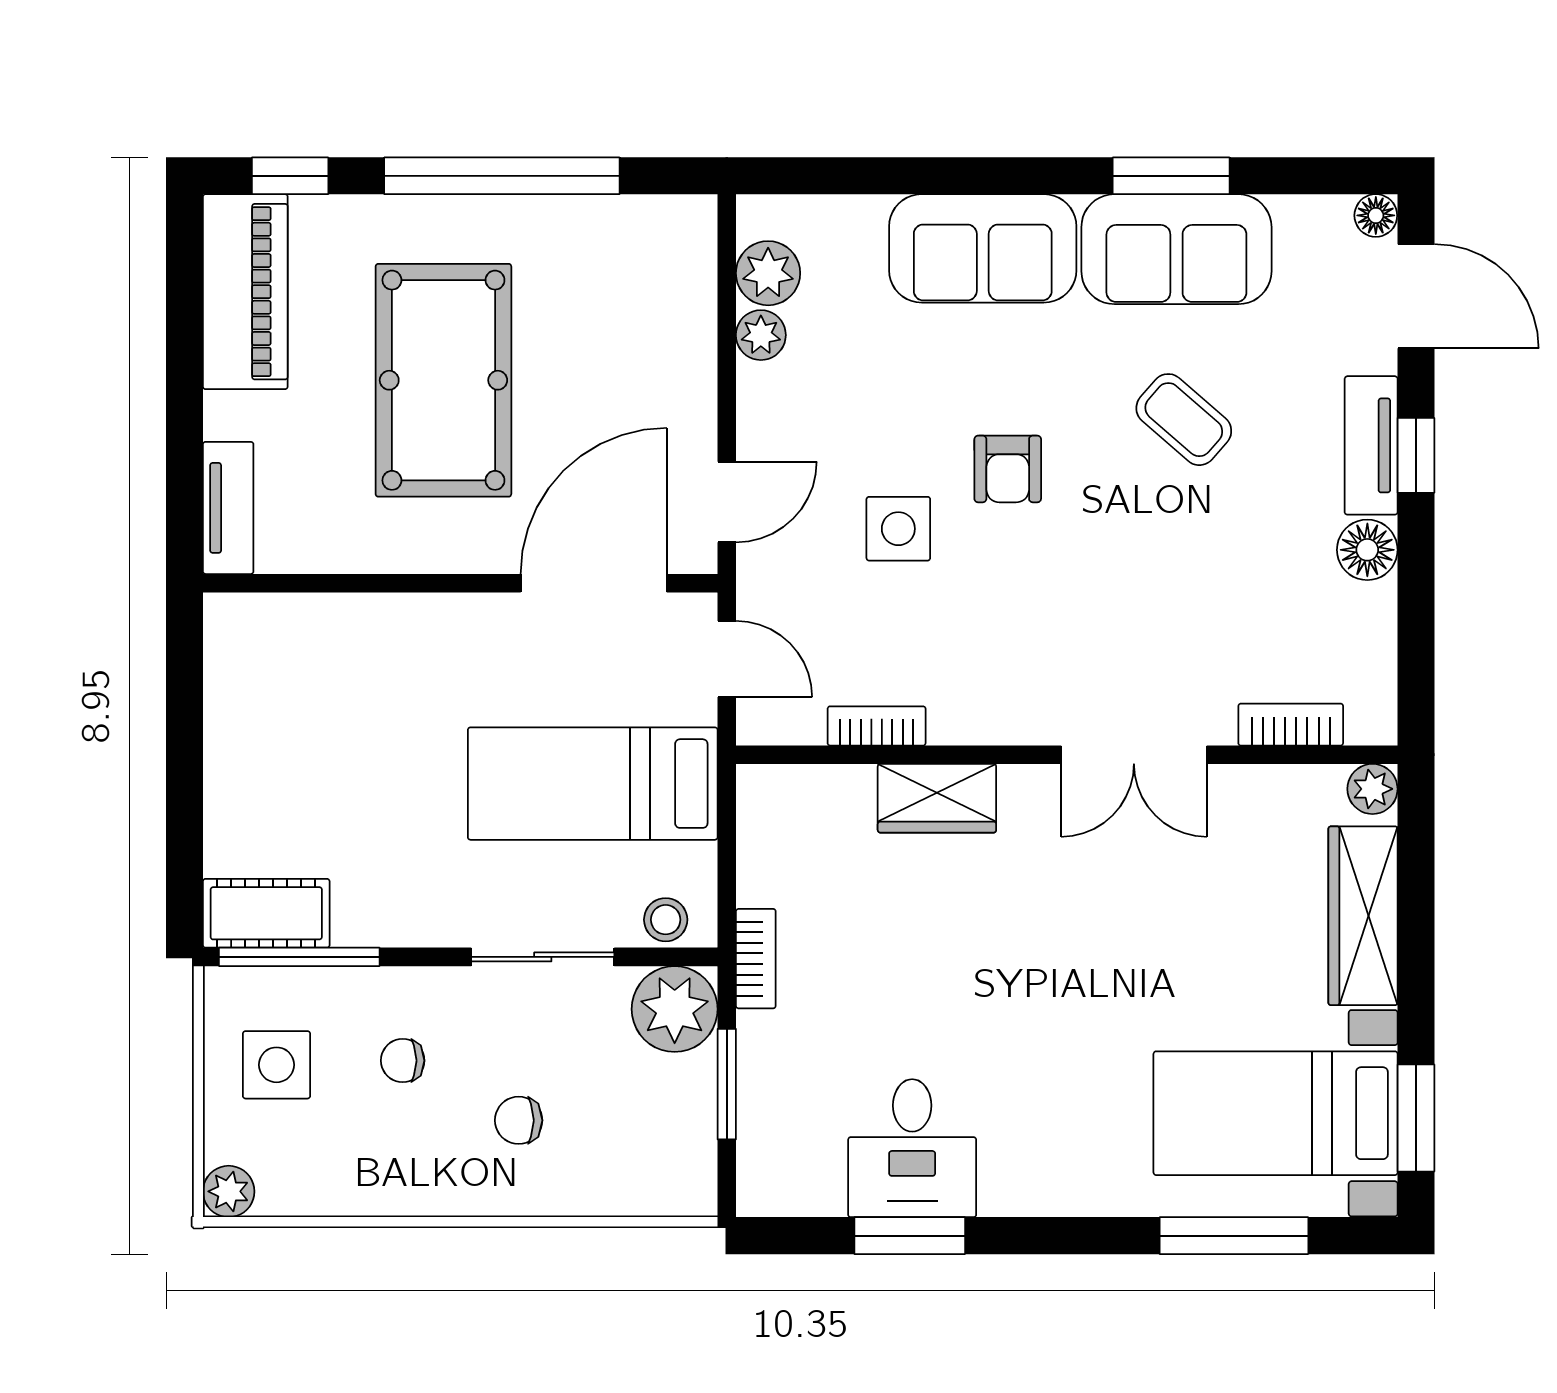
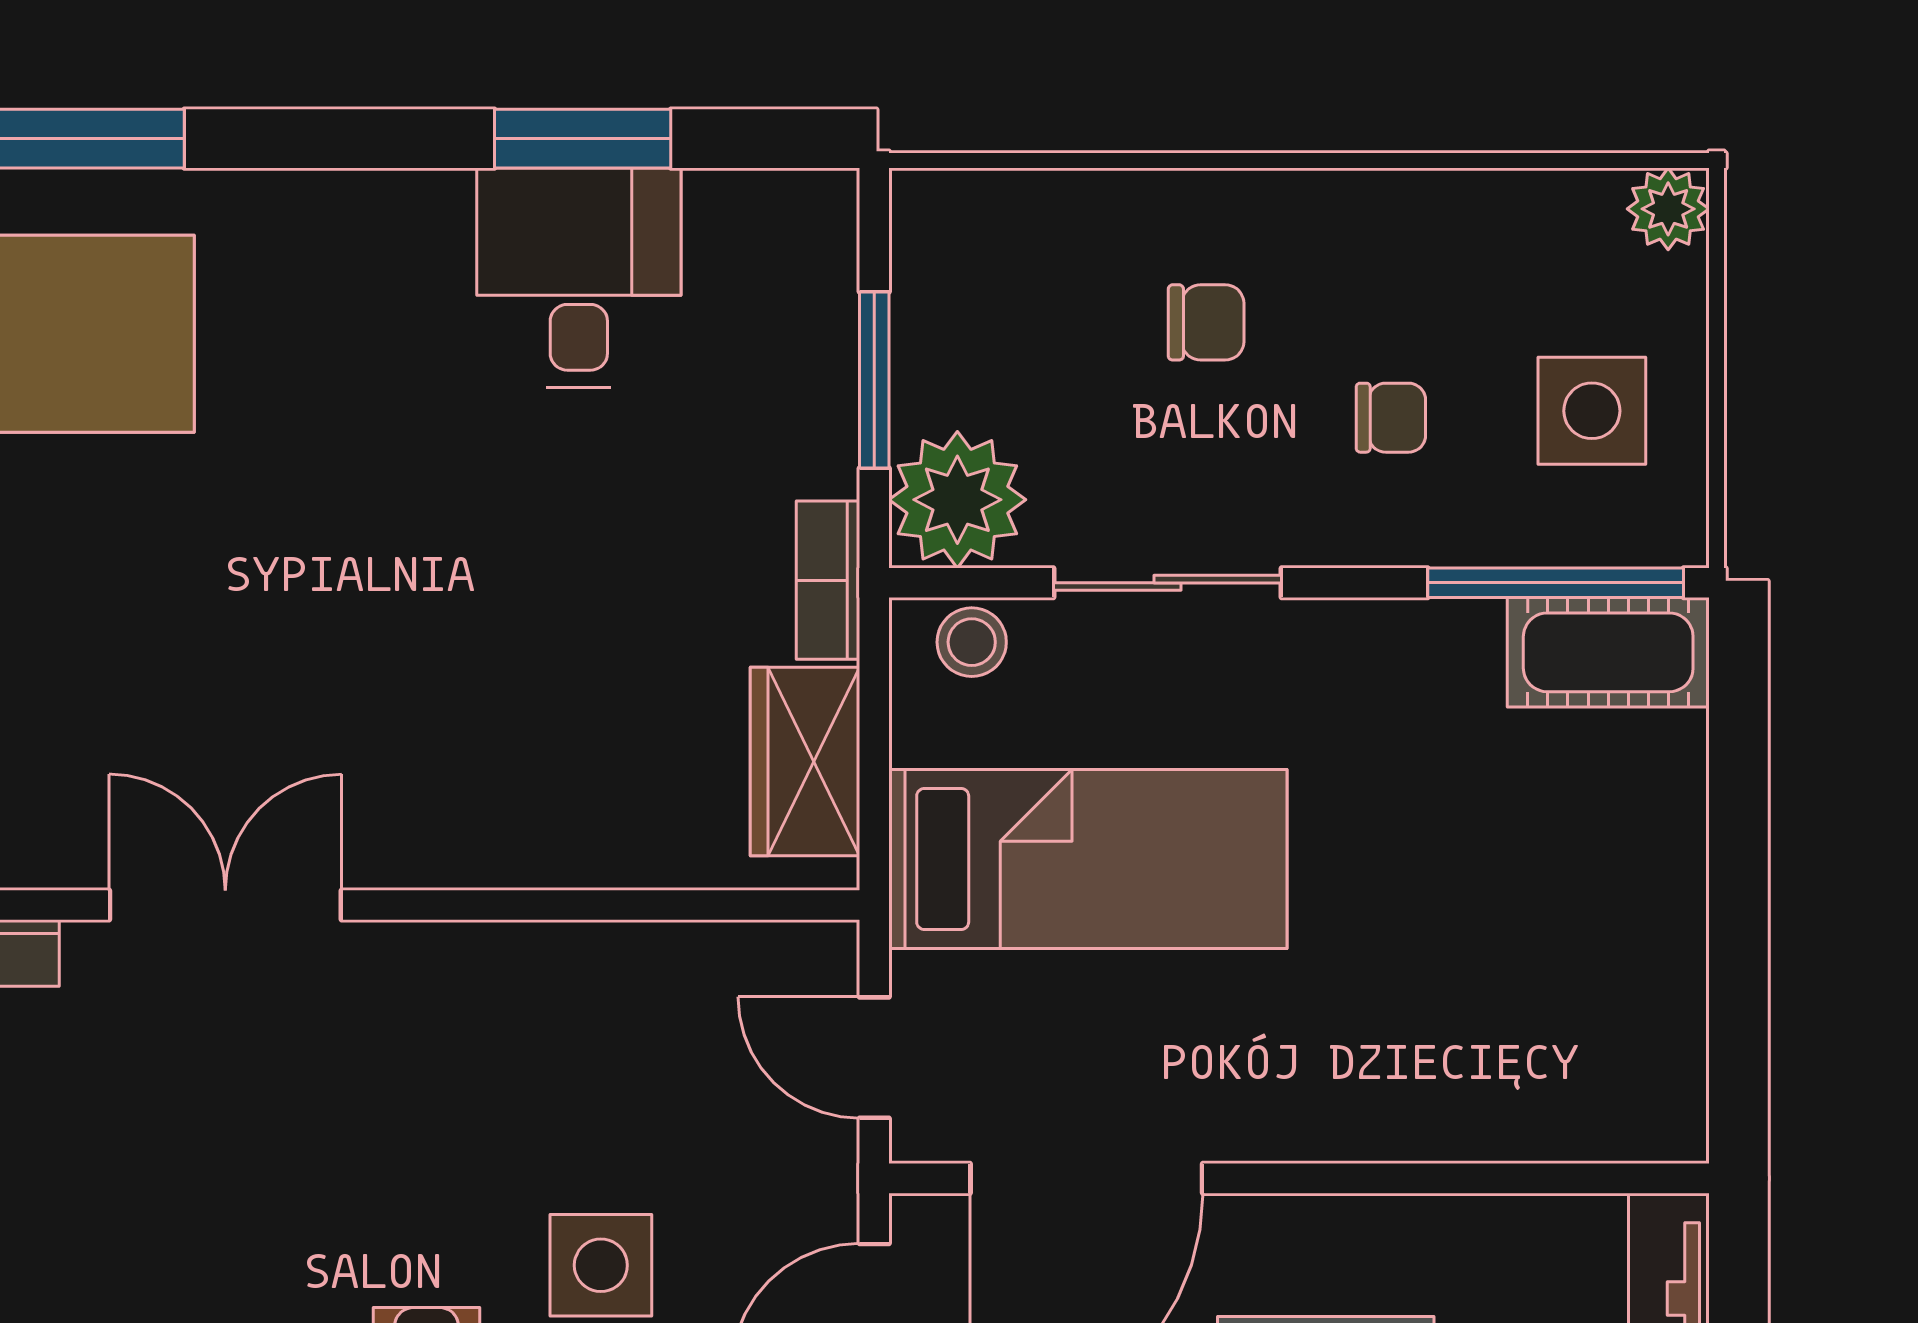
bookcase: (877, 726) -> (636, 951), removed
wardrobe: (937, 798) -> (805, 761), moved, turned -90

